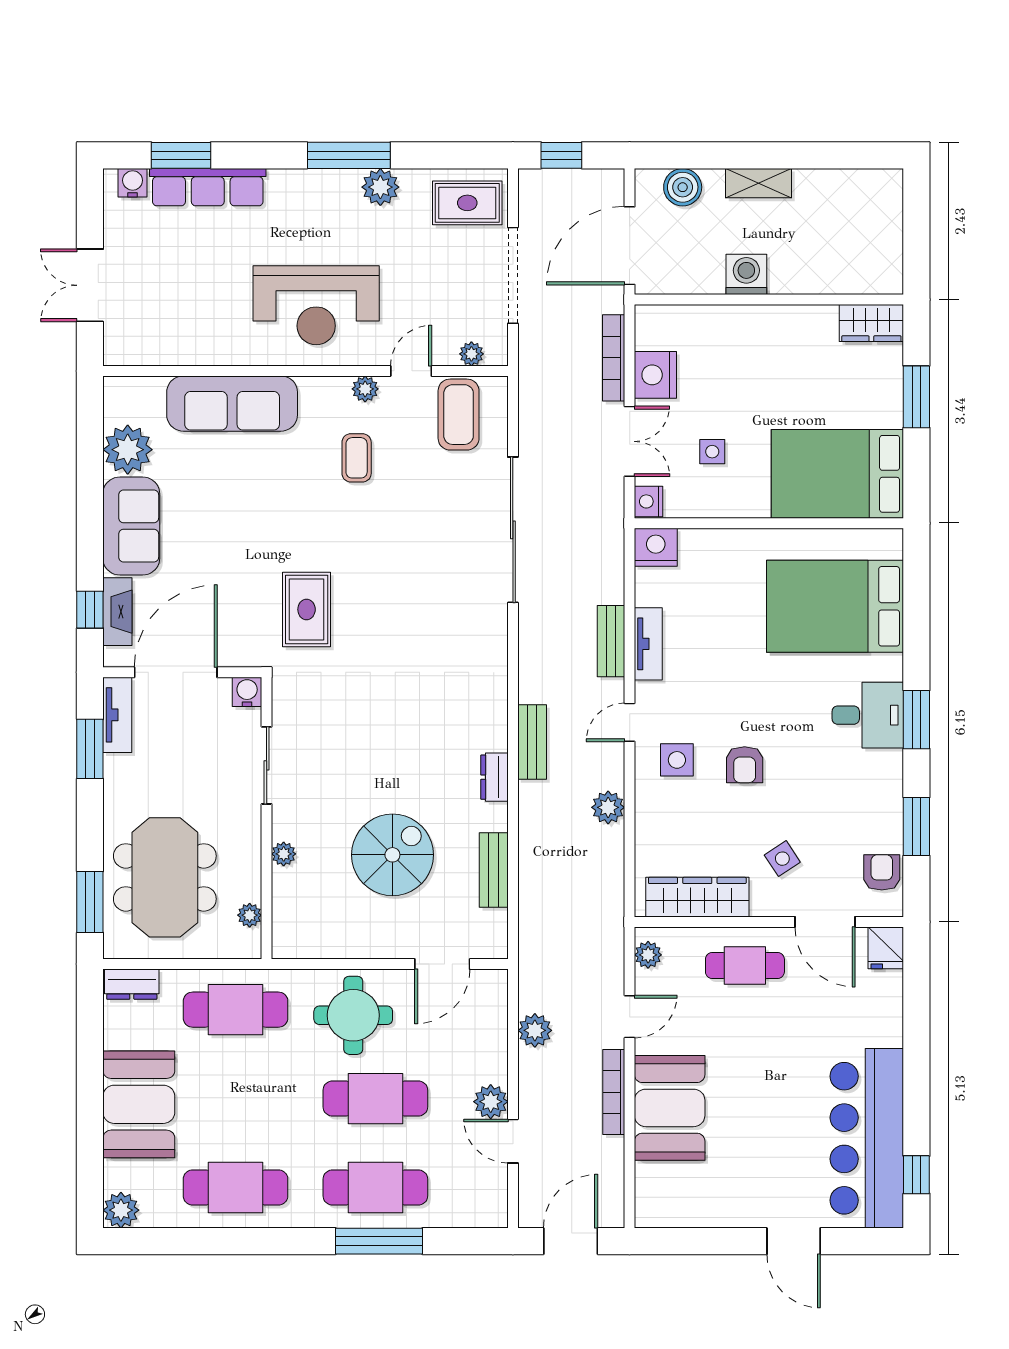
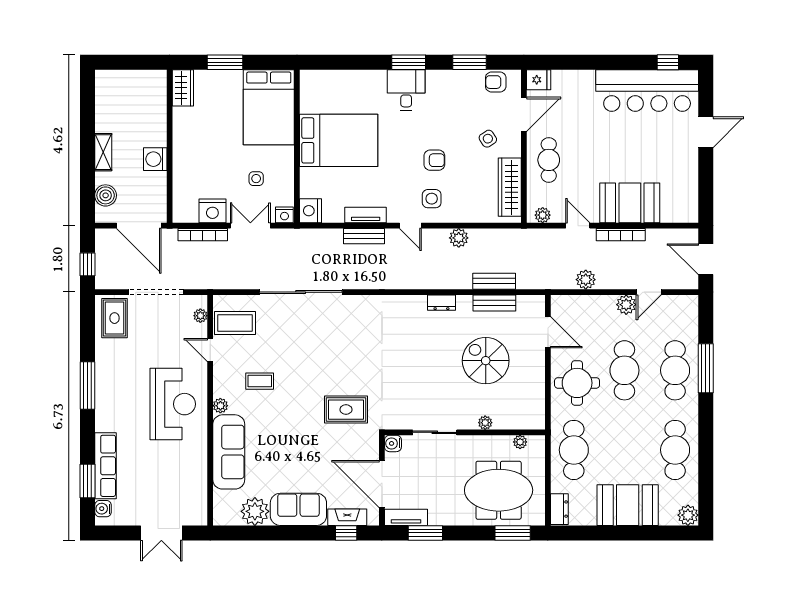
plant: (380, 187) -> (105, 368), removed
plant: (365, 389) -> (220, 406), moved
bed: (835, 606) -> (339, 140), moved, turned -90
bench: (532, 742) -> (494, 281), moved

